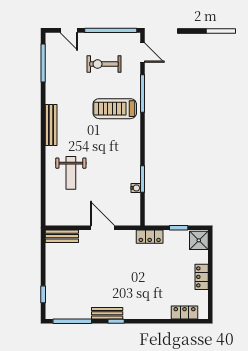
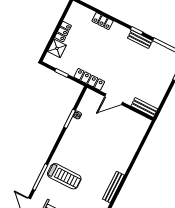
weight bench: (71, 173) -> (116, 148), removed
door: (102, 228) -> (114, 99), hinge flipped
locker: (150, 237) -> (89, 79), width x1.53
shower: (199, 240) -> (57, 48), moved
locker: (185, 313) -> (103, 21), moved

